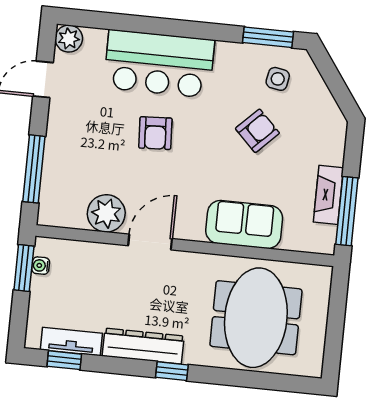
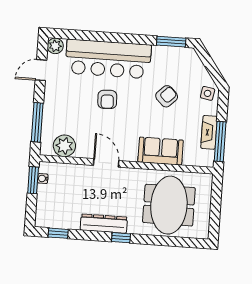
bar counter: (159, 64) -> (108, 59), width x1.36
side table: (278, 79) -> (208, 93), moved
plant: (106, 213) -> (64, 146), moved
door: (150, 242) -> (106, 163), hinge flipped
tv unit: (71, 341) -> (62, 222), removed

